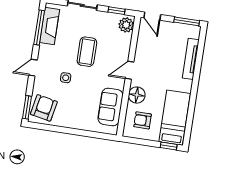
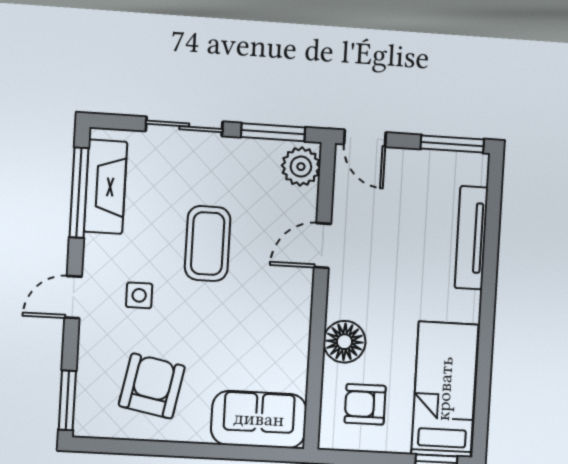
window: (116, 11) -> (273, 132), width x1.50
door: (130, 70) -> (322, 245), moved
side table: (66, 78) -> (139, 295), moved
sofa: (110, 107) -> (259, 419), moved, turned 90
armchair: (44, 108) -> (152, 386), moved

